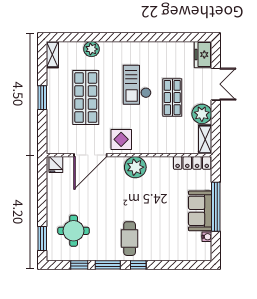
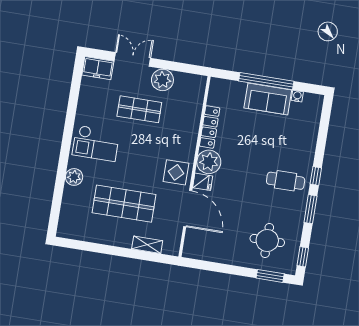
plant: (91, 49) -> (74, 177), moved
shelving: (52, 55) -> (147, 245), moved
checkout: (137, 85) -> (96, 143), moved
window: (42, 98) -> (117, 251), removed
shelving: (205, 139) -> (191, 81), removed
locker: (192, 163) -> (210, 127), moved
fridge: (56, 165) -> (203, 182), moved
window: (79, 265) -> (303, 257), moved

